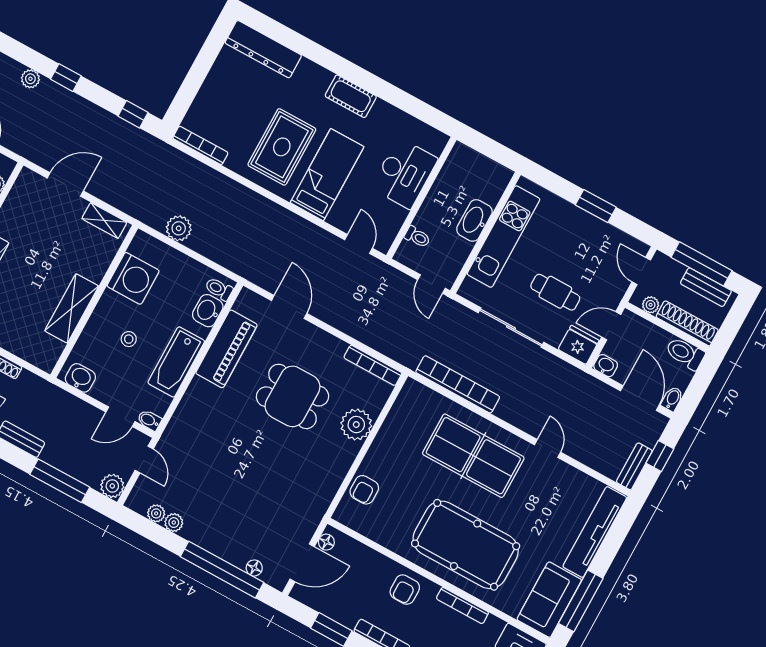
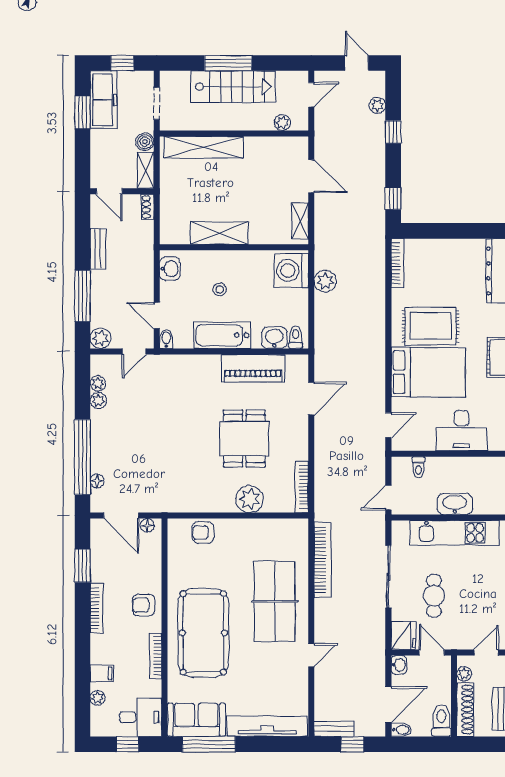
bed: (327, 175) -> (428, 372), width x1.50
washing machine: (133, 278) -> (291, 270), moved, turned 90

